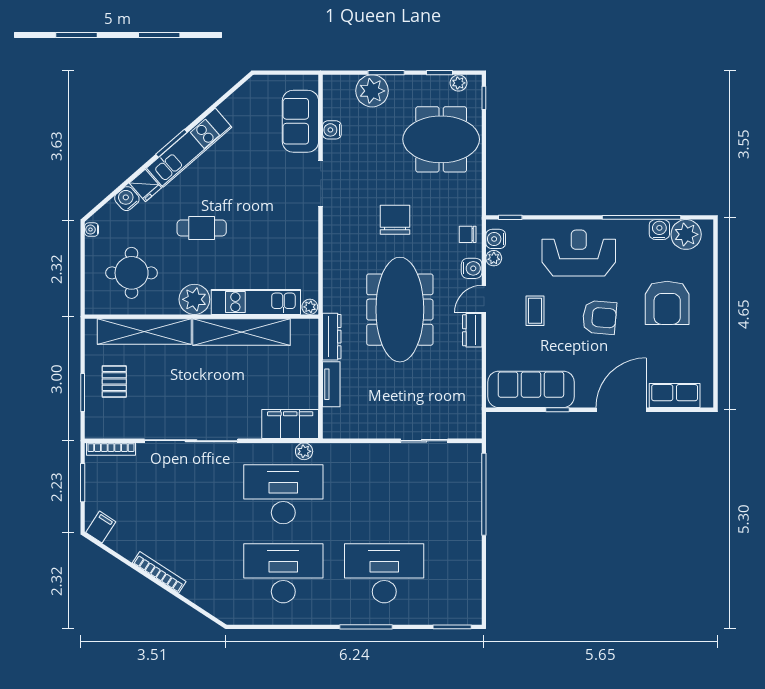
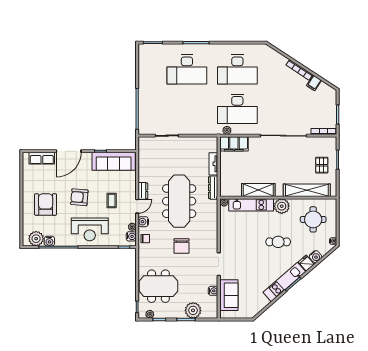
shelving: (241, 332) -> (258, 190), width x0.68
filing cabinet: (101, 527) -> (314, 83), moved

